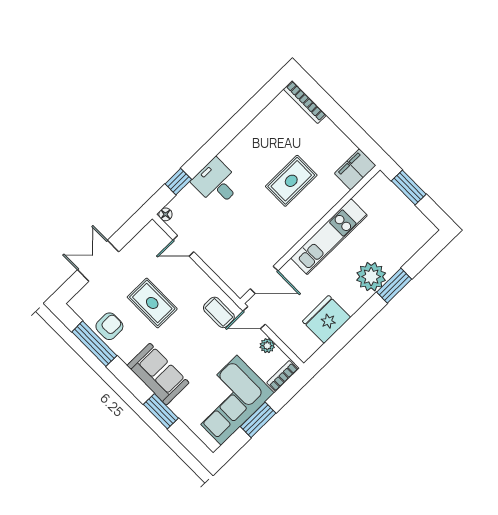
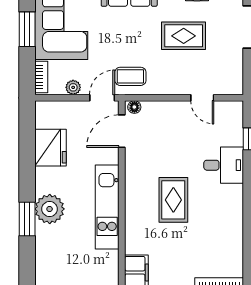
rug: (291, 181) -> (173, 200), moved
floor lamp: (165, 214) -> (134, 107), moved
door: (183, 246) -> (202, 98), swing flipped

